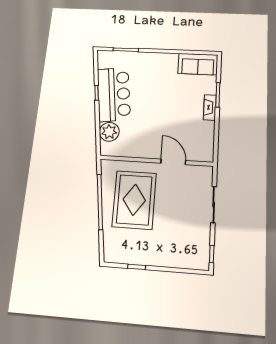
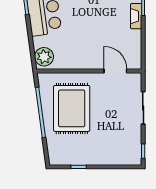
plant: (109, 132) -> (44, 57), moved
door: (173, 162) -> (115, 71), moved

